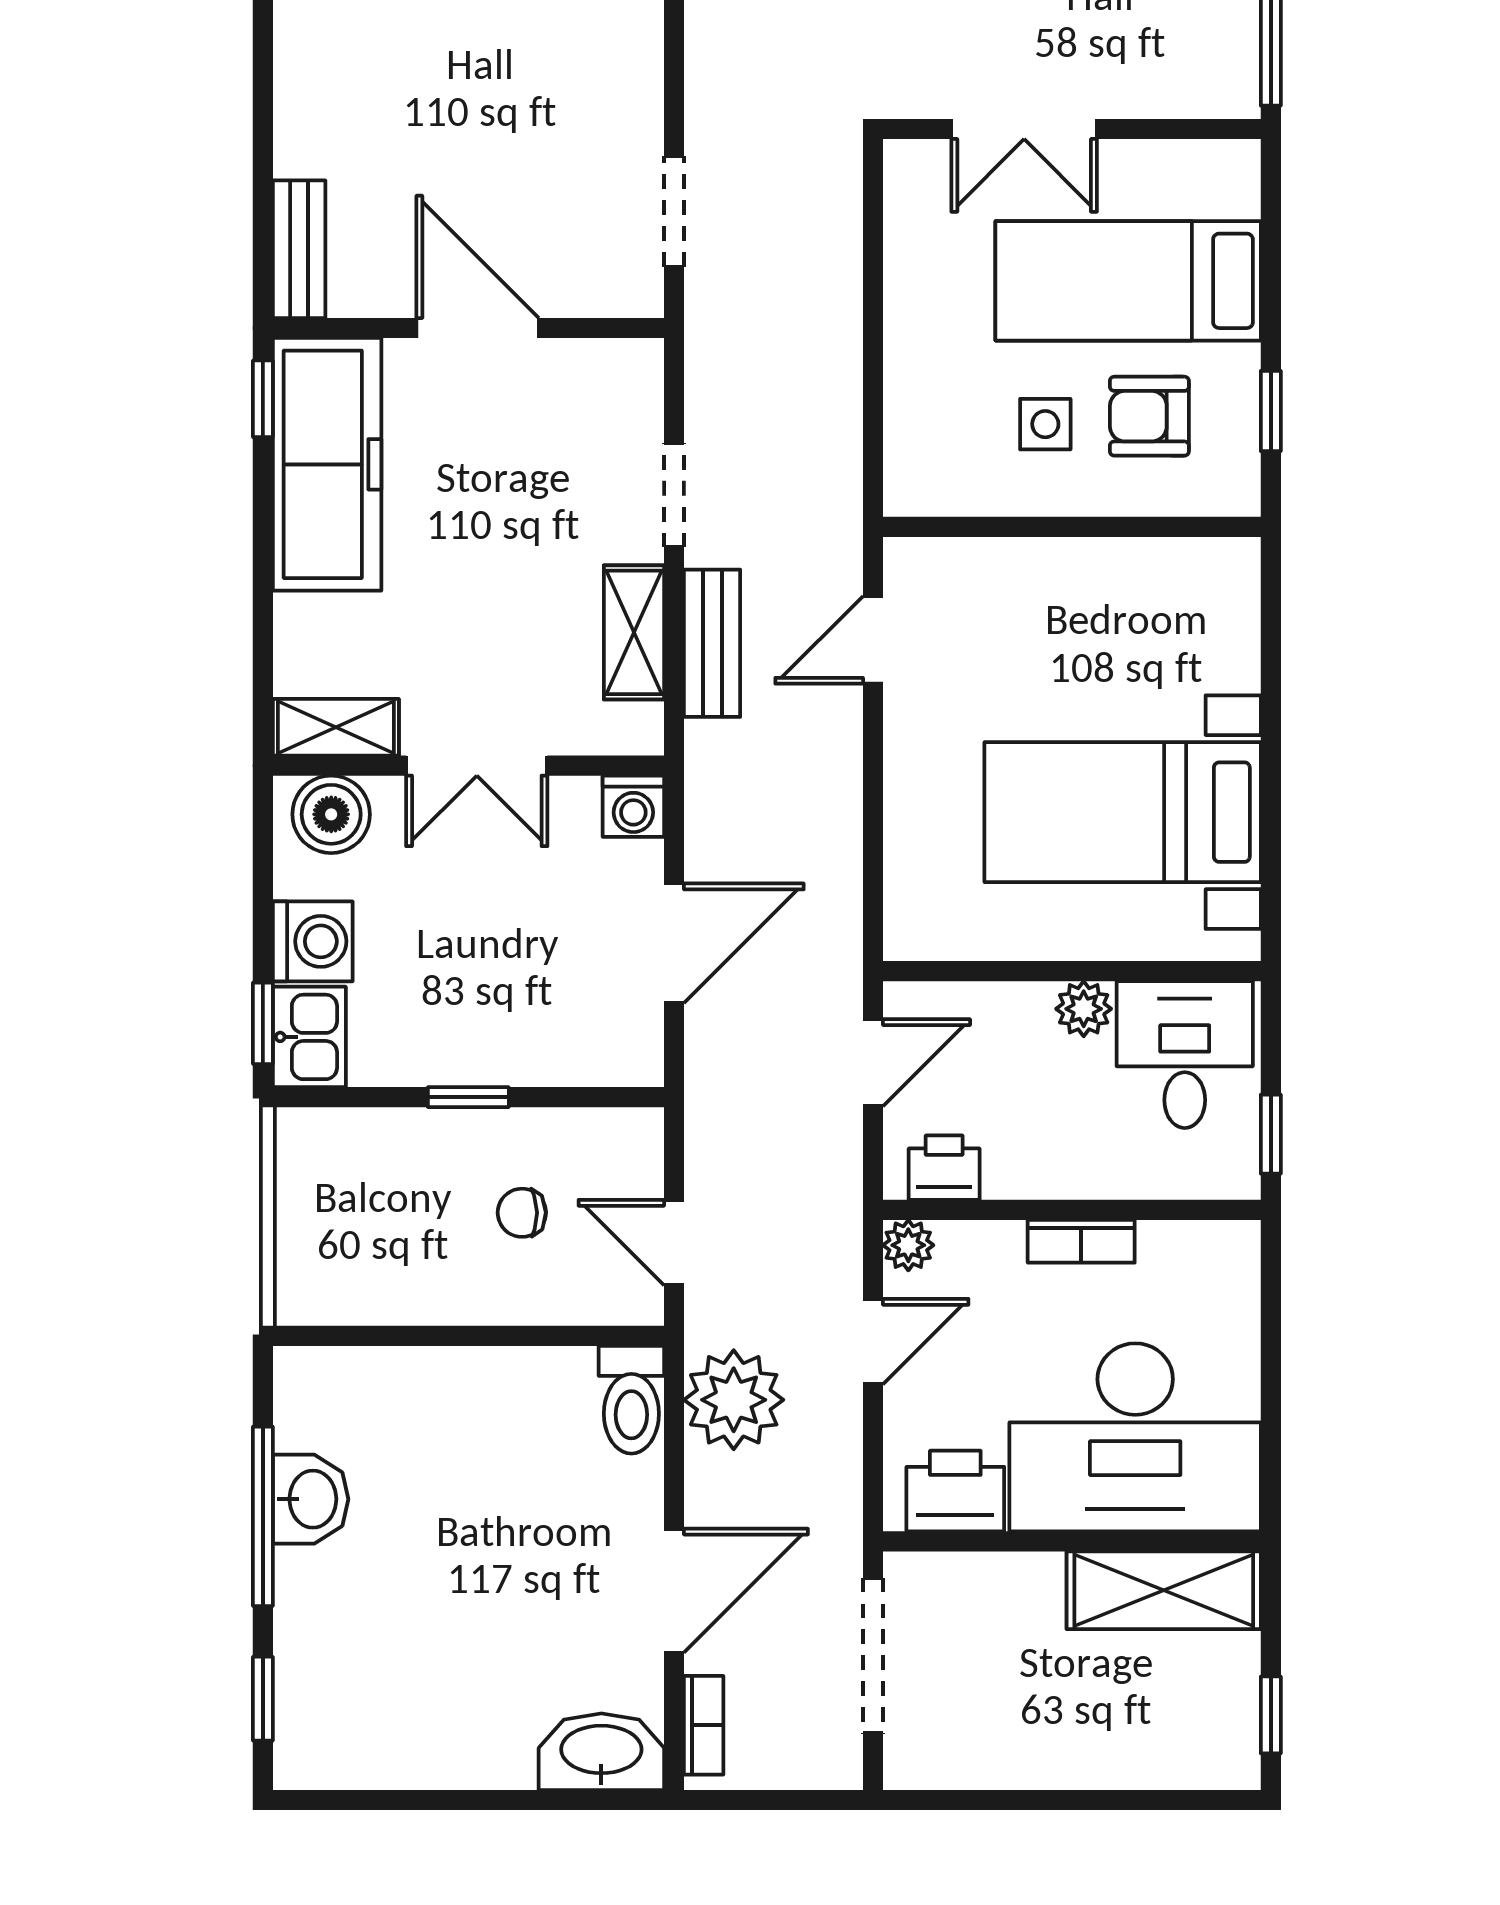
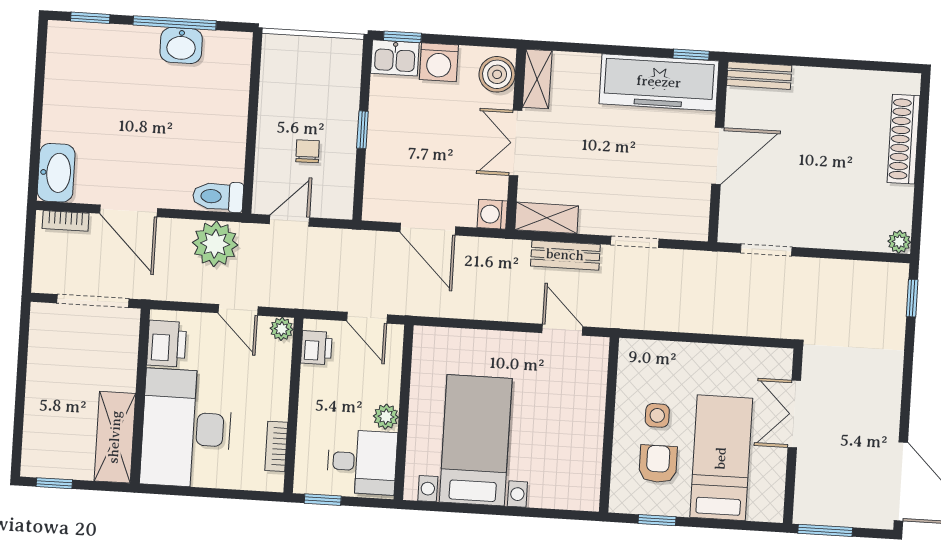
shelving: (634, 632) -> (547, 218), moved
bookcase: (1081, 1241) -> (276, 446), moved

